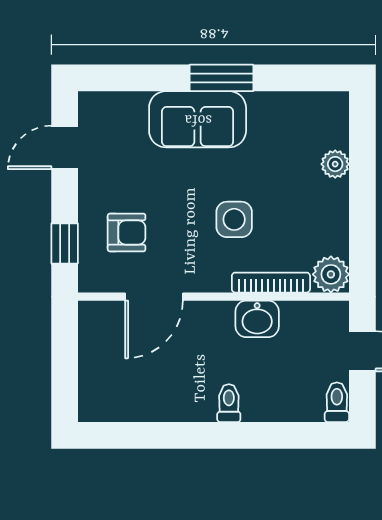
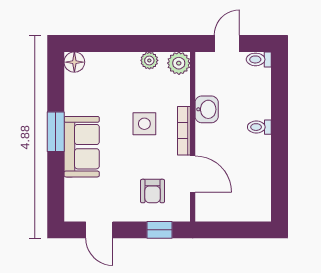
floor lamp: (333, 108) -> (74, 62), added
plant: (335, 164) -> (149, 60), moved
armchair: (127, 232) -> (153, 191), turned 180
bookcase: (271, 283) -> (184, 131), moved

